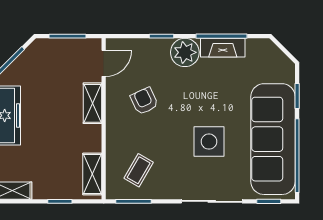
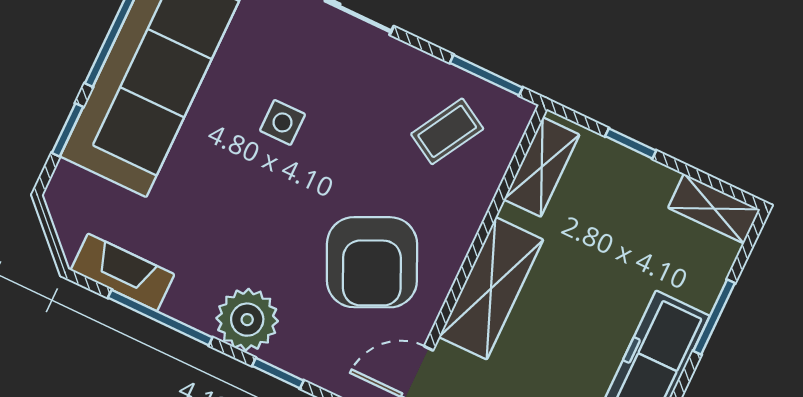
fireplace: (223, 48) -> (122, 272), moved
armchair: (144, 101) -> (372, 262), width x1.88, depth x1.88
shelving: (92, 103) -> (491, 288), width x1.50, depth x1.33
side table: (209, 142) -> (282, 122), width x0.54, depth x0.54

